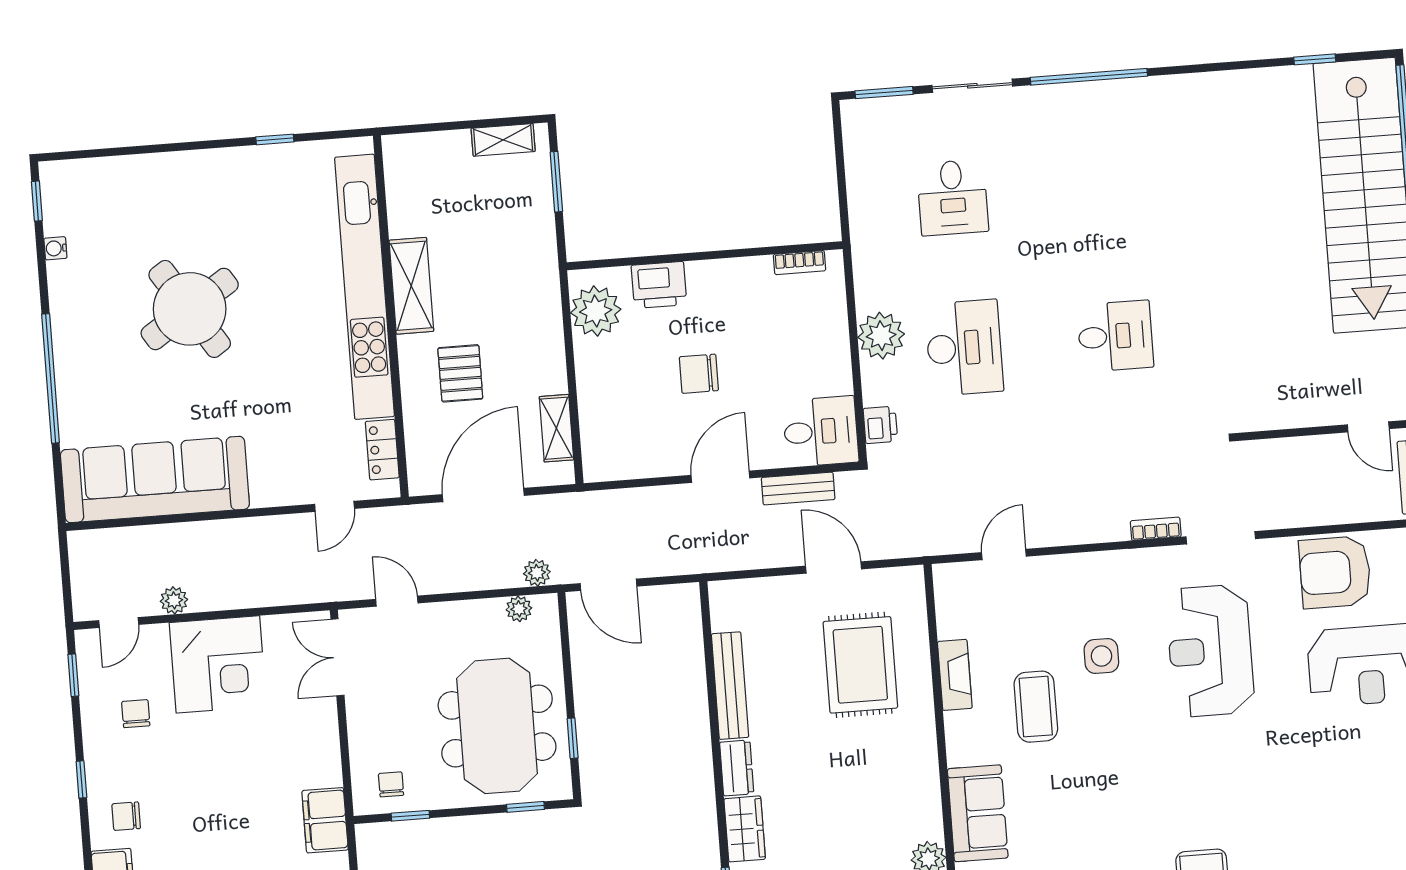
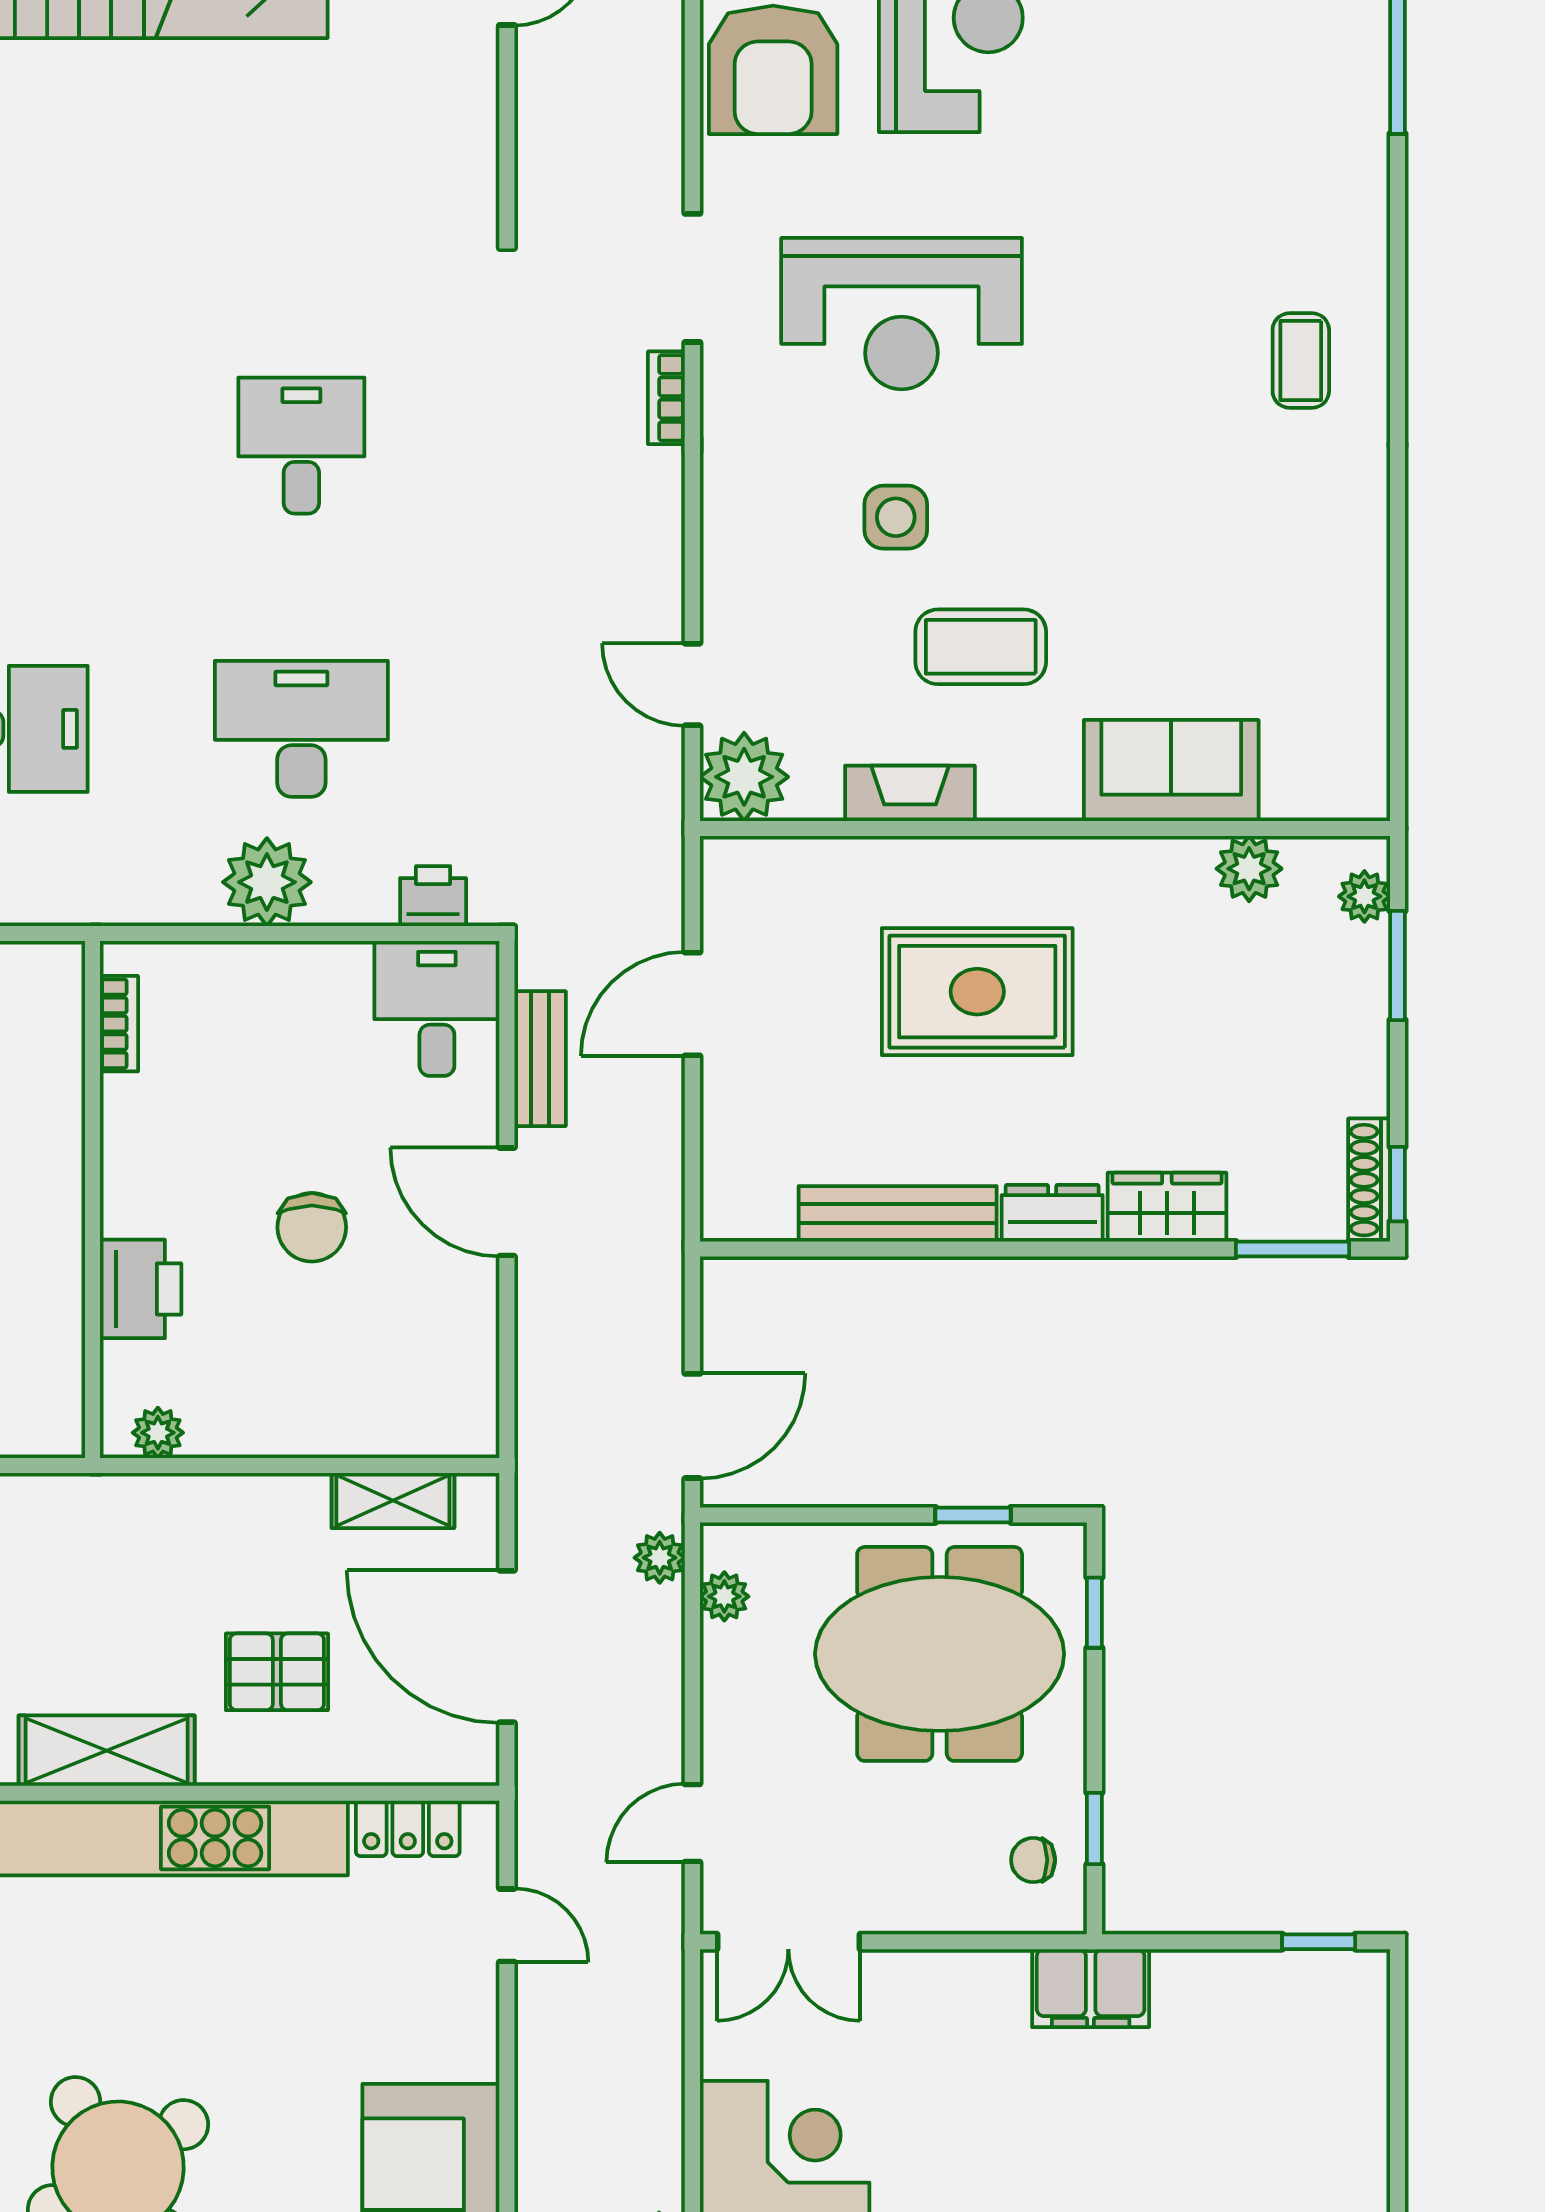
plant: (596, 311) -> (158, 1433), width x0.53, depth x0.53
plant: (957, 586) -> (744, 777), added
rug: (860, 665) -> (977, 992), moved

